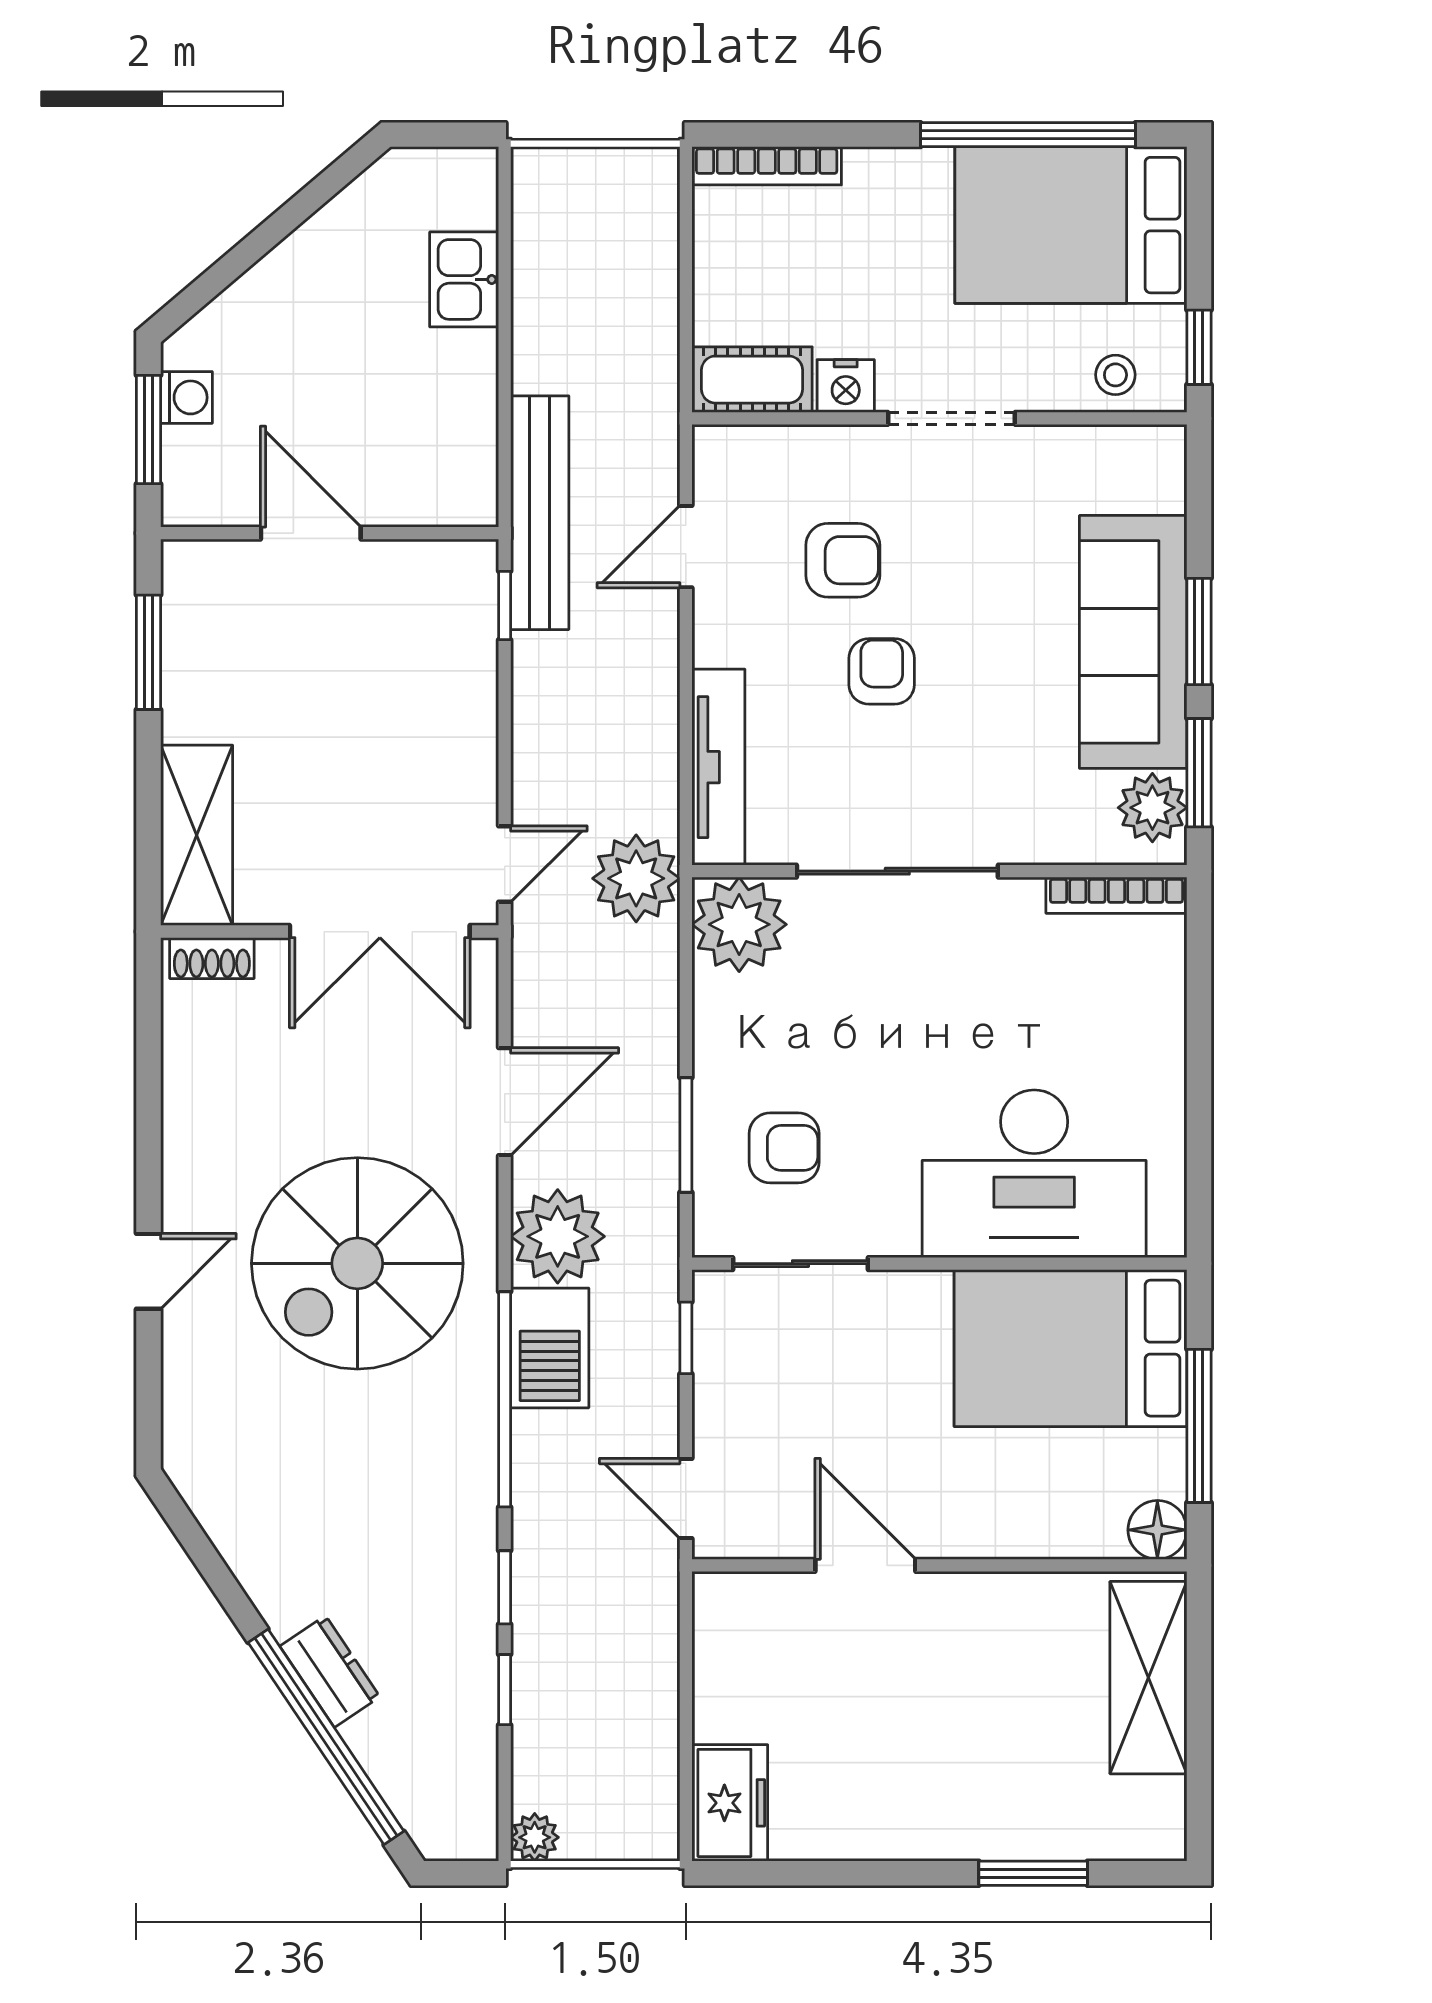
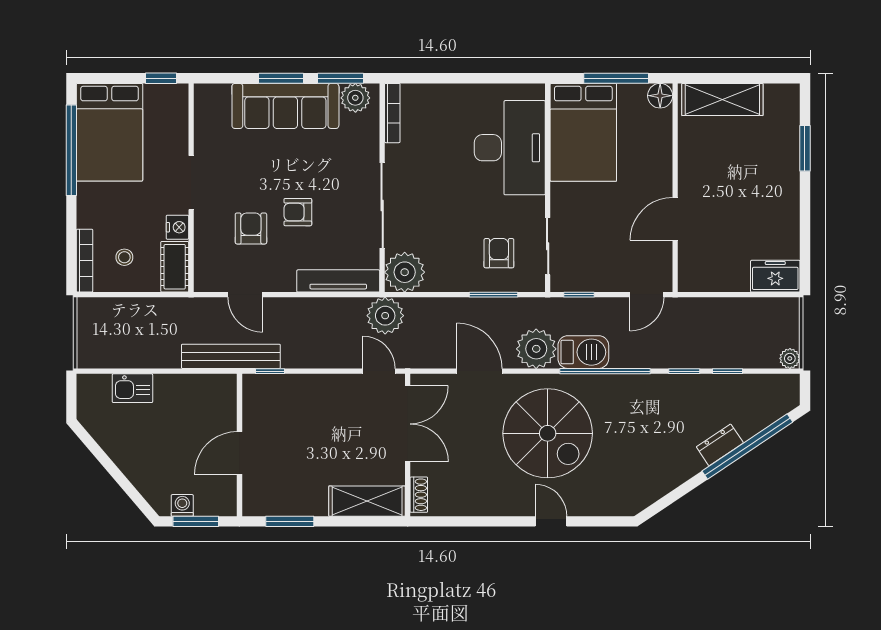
stool: (1115, 375) -> (124, 257), moved

